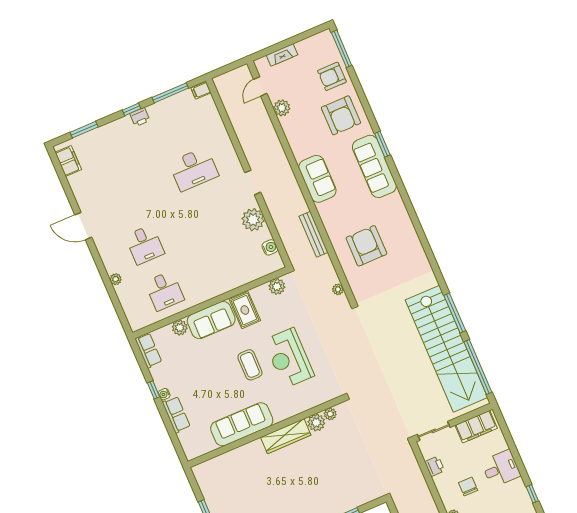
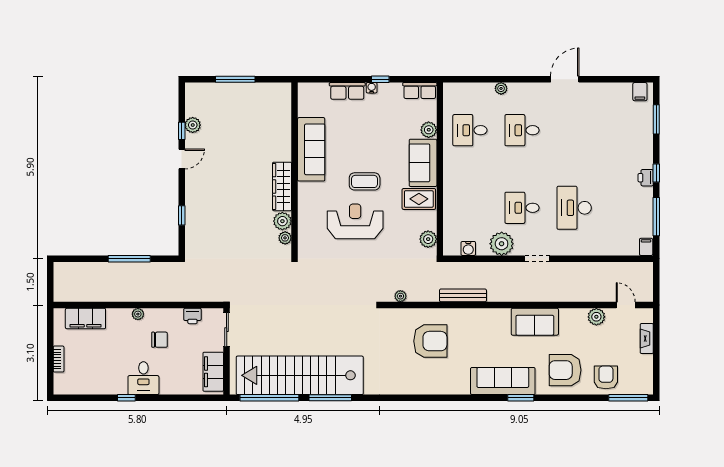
filing cabinet: (68, 161) -> (640, 92), width x0.50
sofa: (317, 179) -> (535, 322), moved
desk: (213, 215) -> (522, 208), added
desk: (501, 469) -> (143, 378), moved

